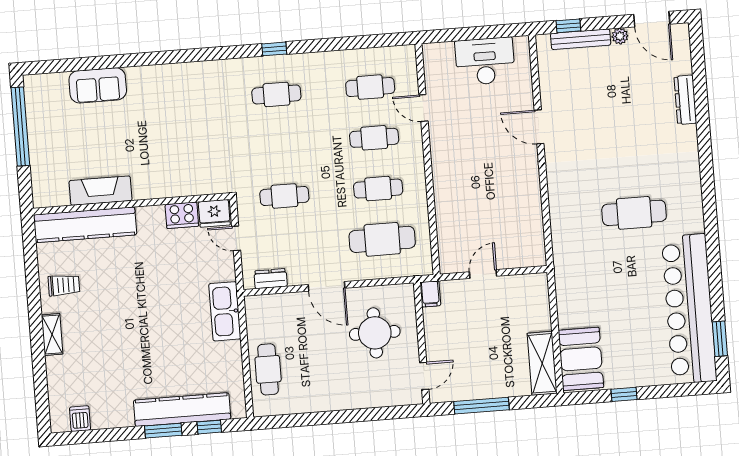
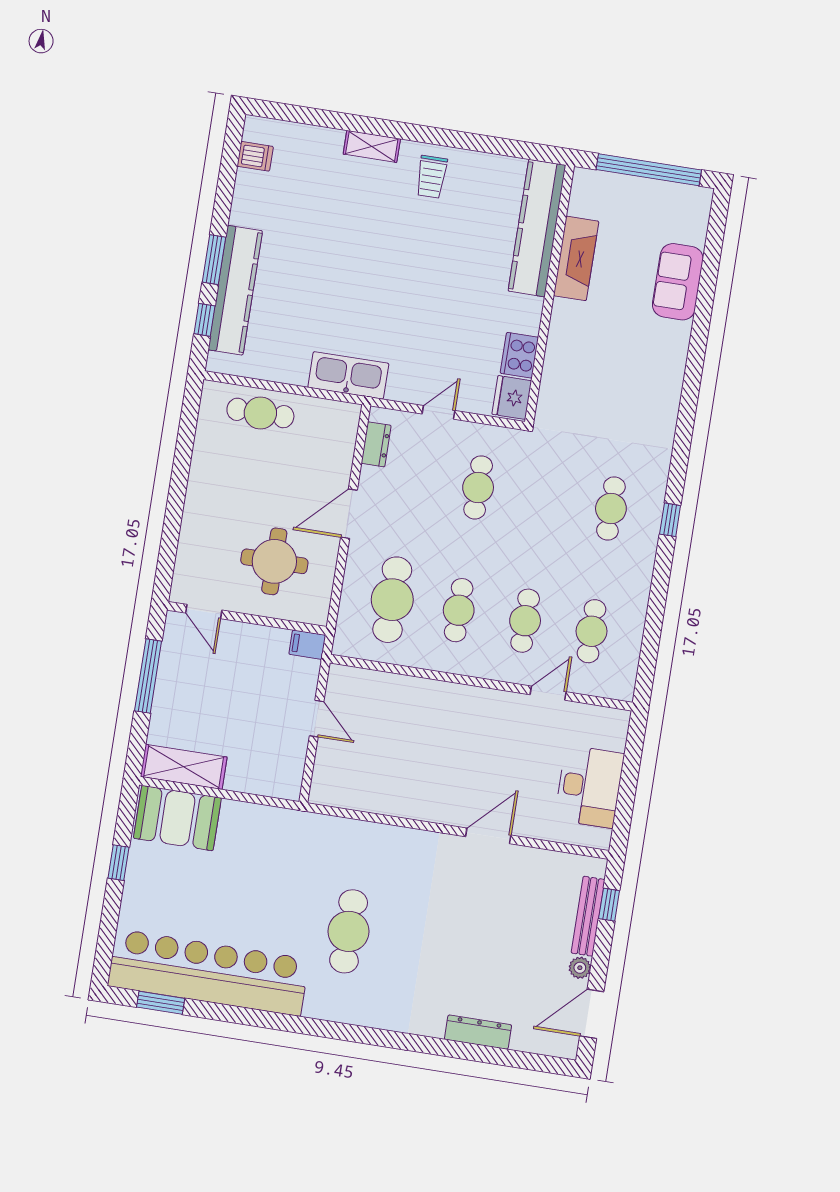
fireplace: (101, 191) -> (576, 258), moved
wall: (131, 204) -> (550, 294), moved
fridge: (214, 213) -> (512, 397), moved
cooker: (182, 215) -> (519, 355), moved
kitchen counter: (85, 225) -> (537, 228), moved

